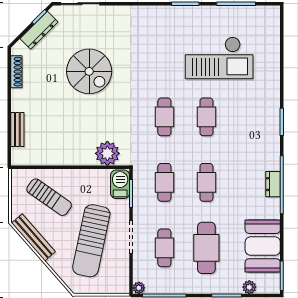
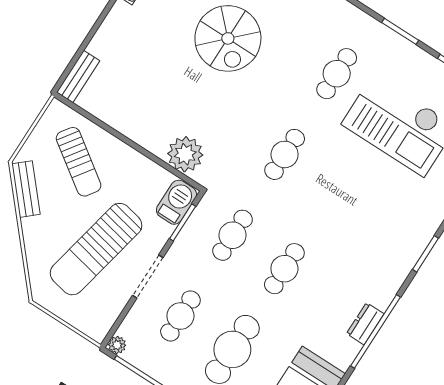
cafe table: (206, 117) -> (337, 74), moved
bench: (17, 129) -> (78, 77), moved
bench: (33, 237) -> (26, 189), width x0.73

